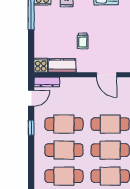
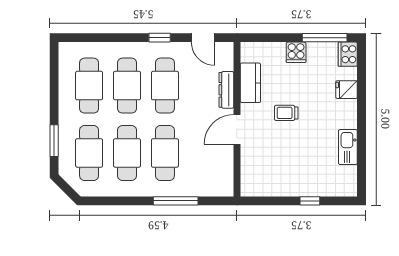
cooker: (41, 65) -> (296, 52), moved, turned 90
door: (107, 75) -> (237, 129), moved
dresser: (47, 82) -> (226, 90), moved

